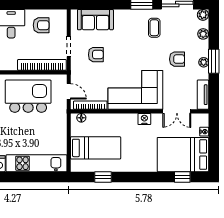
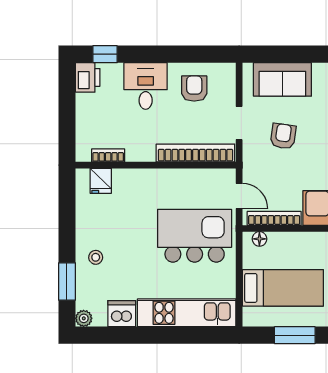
armchair: (41, 25) -> (194, 89), turned -90
armchair: (96, 55) -> (283, 136), turned -82
kitchen island: (28, 96) -> (195, 236), moved
window: (103, 177) -> (295, 335), width x1.50

